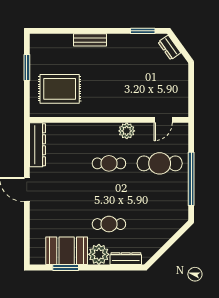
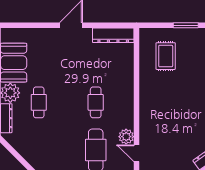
rug: (60, 89) -> (166, 56), width x0.73, depth x0.70
plant: (127, 131) -> (126, 137), moved

